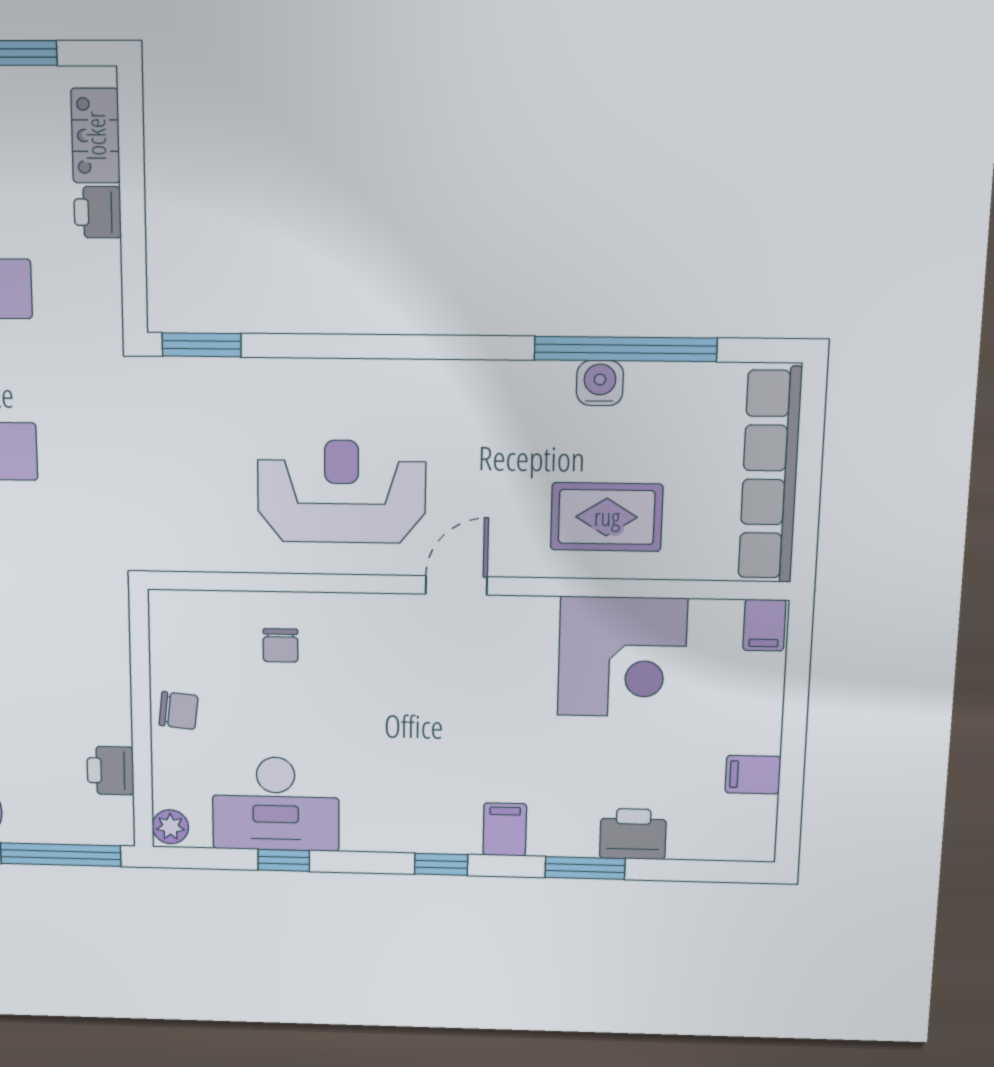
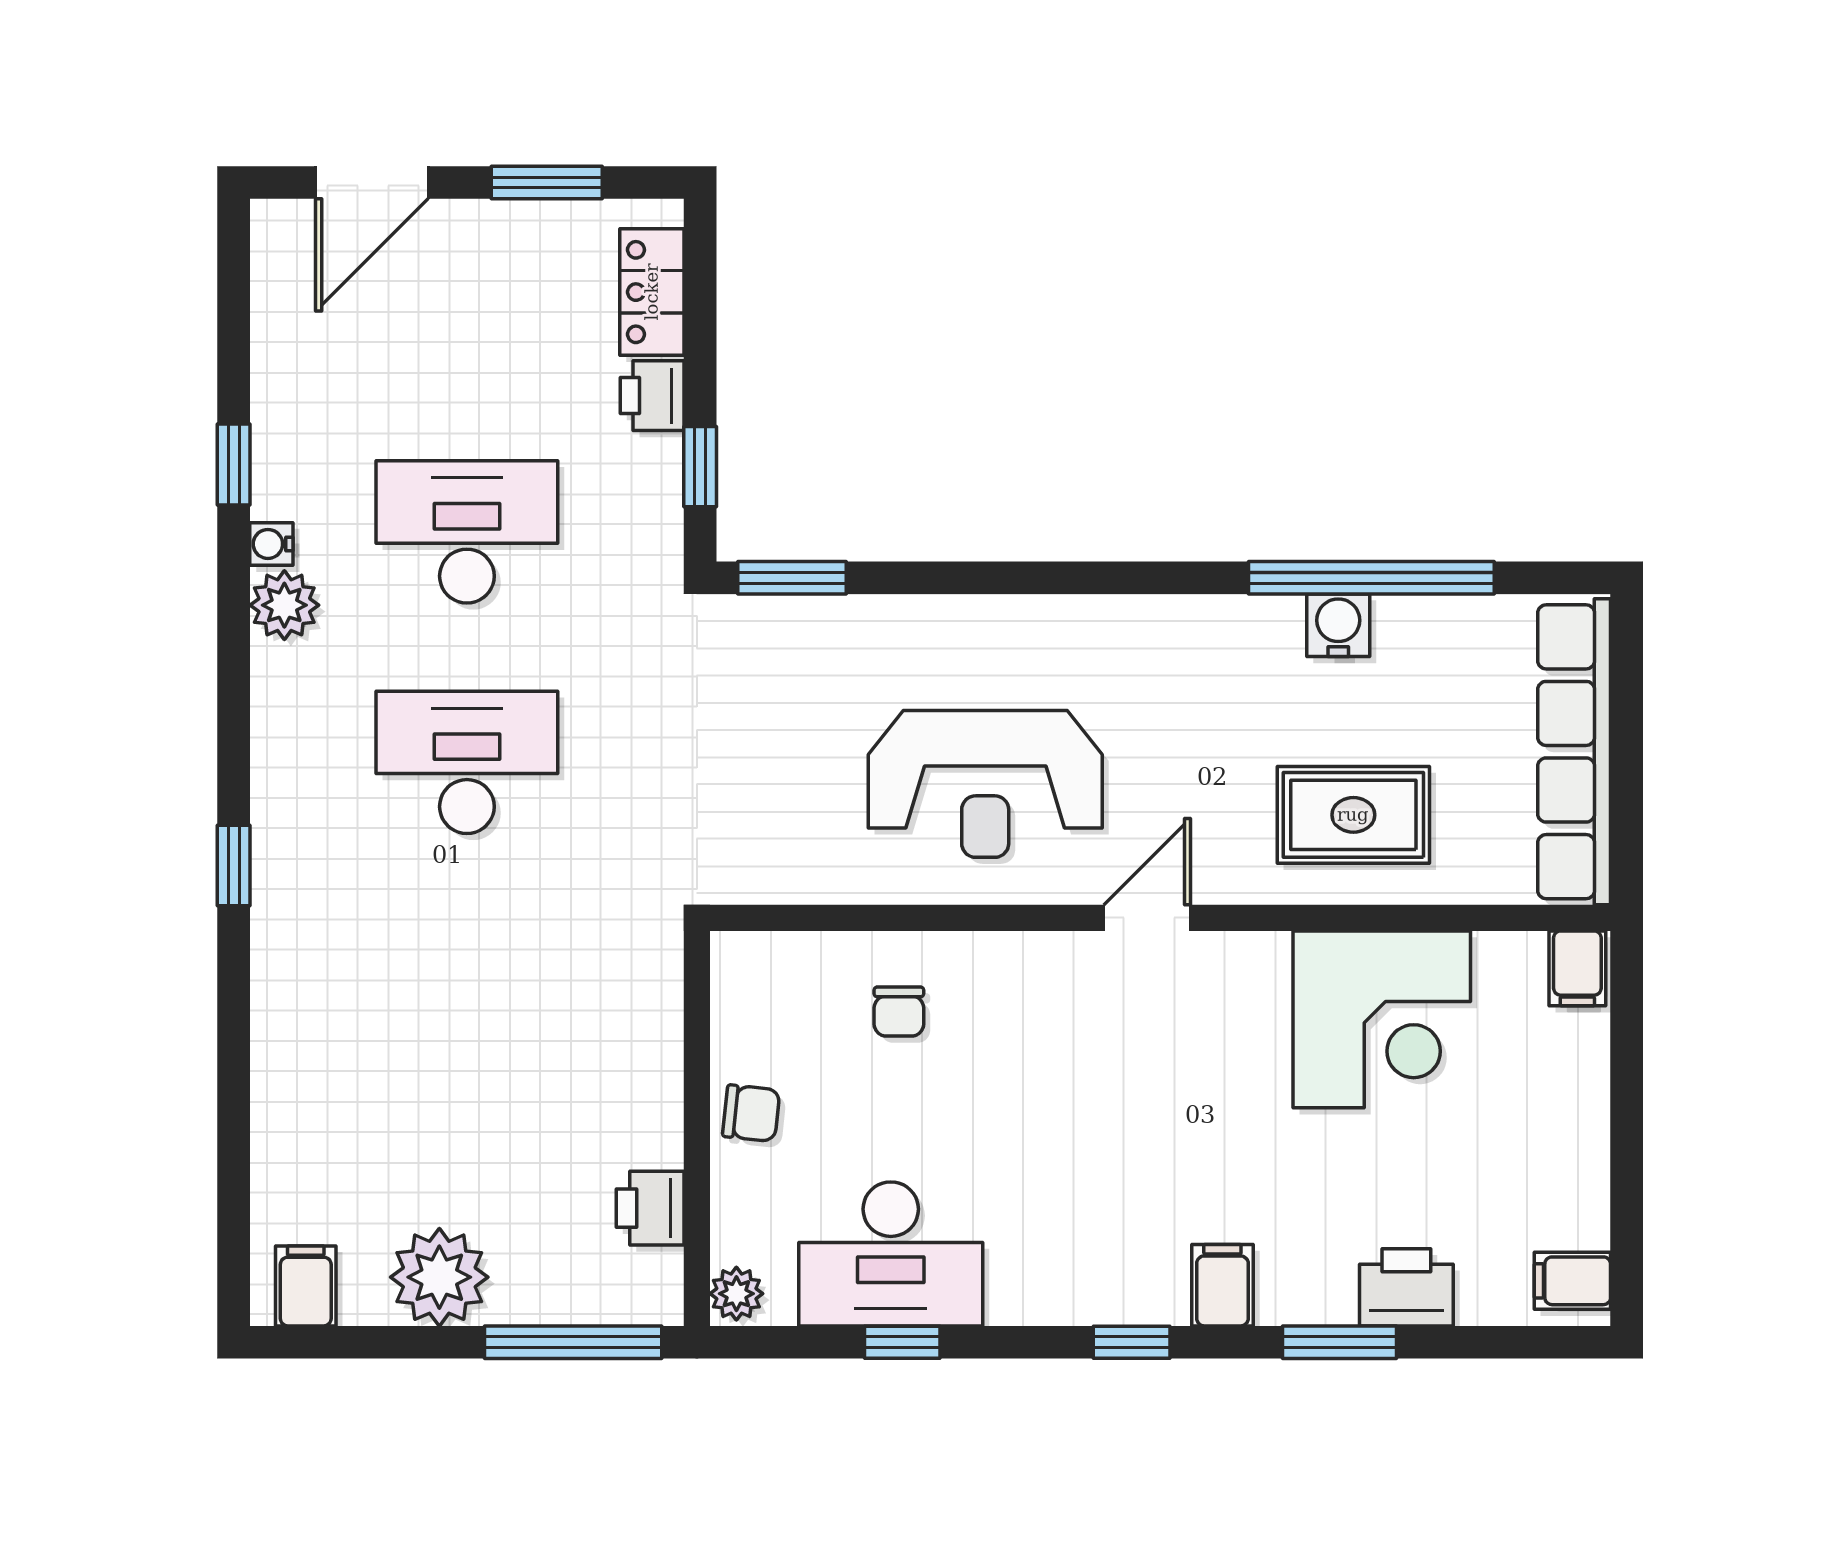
window: (134, 264) -> (700, 467), added
reception desk: (341, 492) -> (985, 784), turned 180
filing cabinet: (753, 775) -> (1572, 1281), moved

